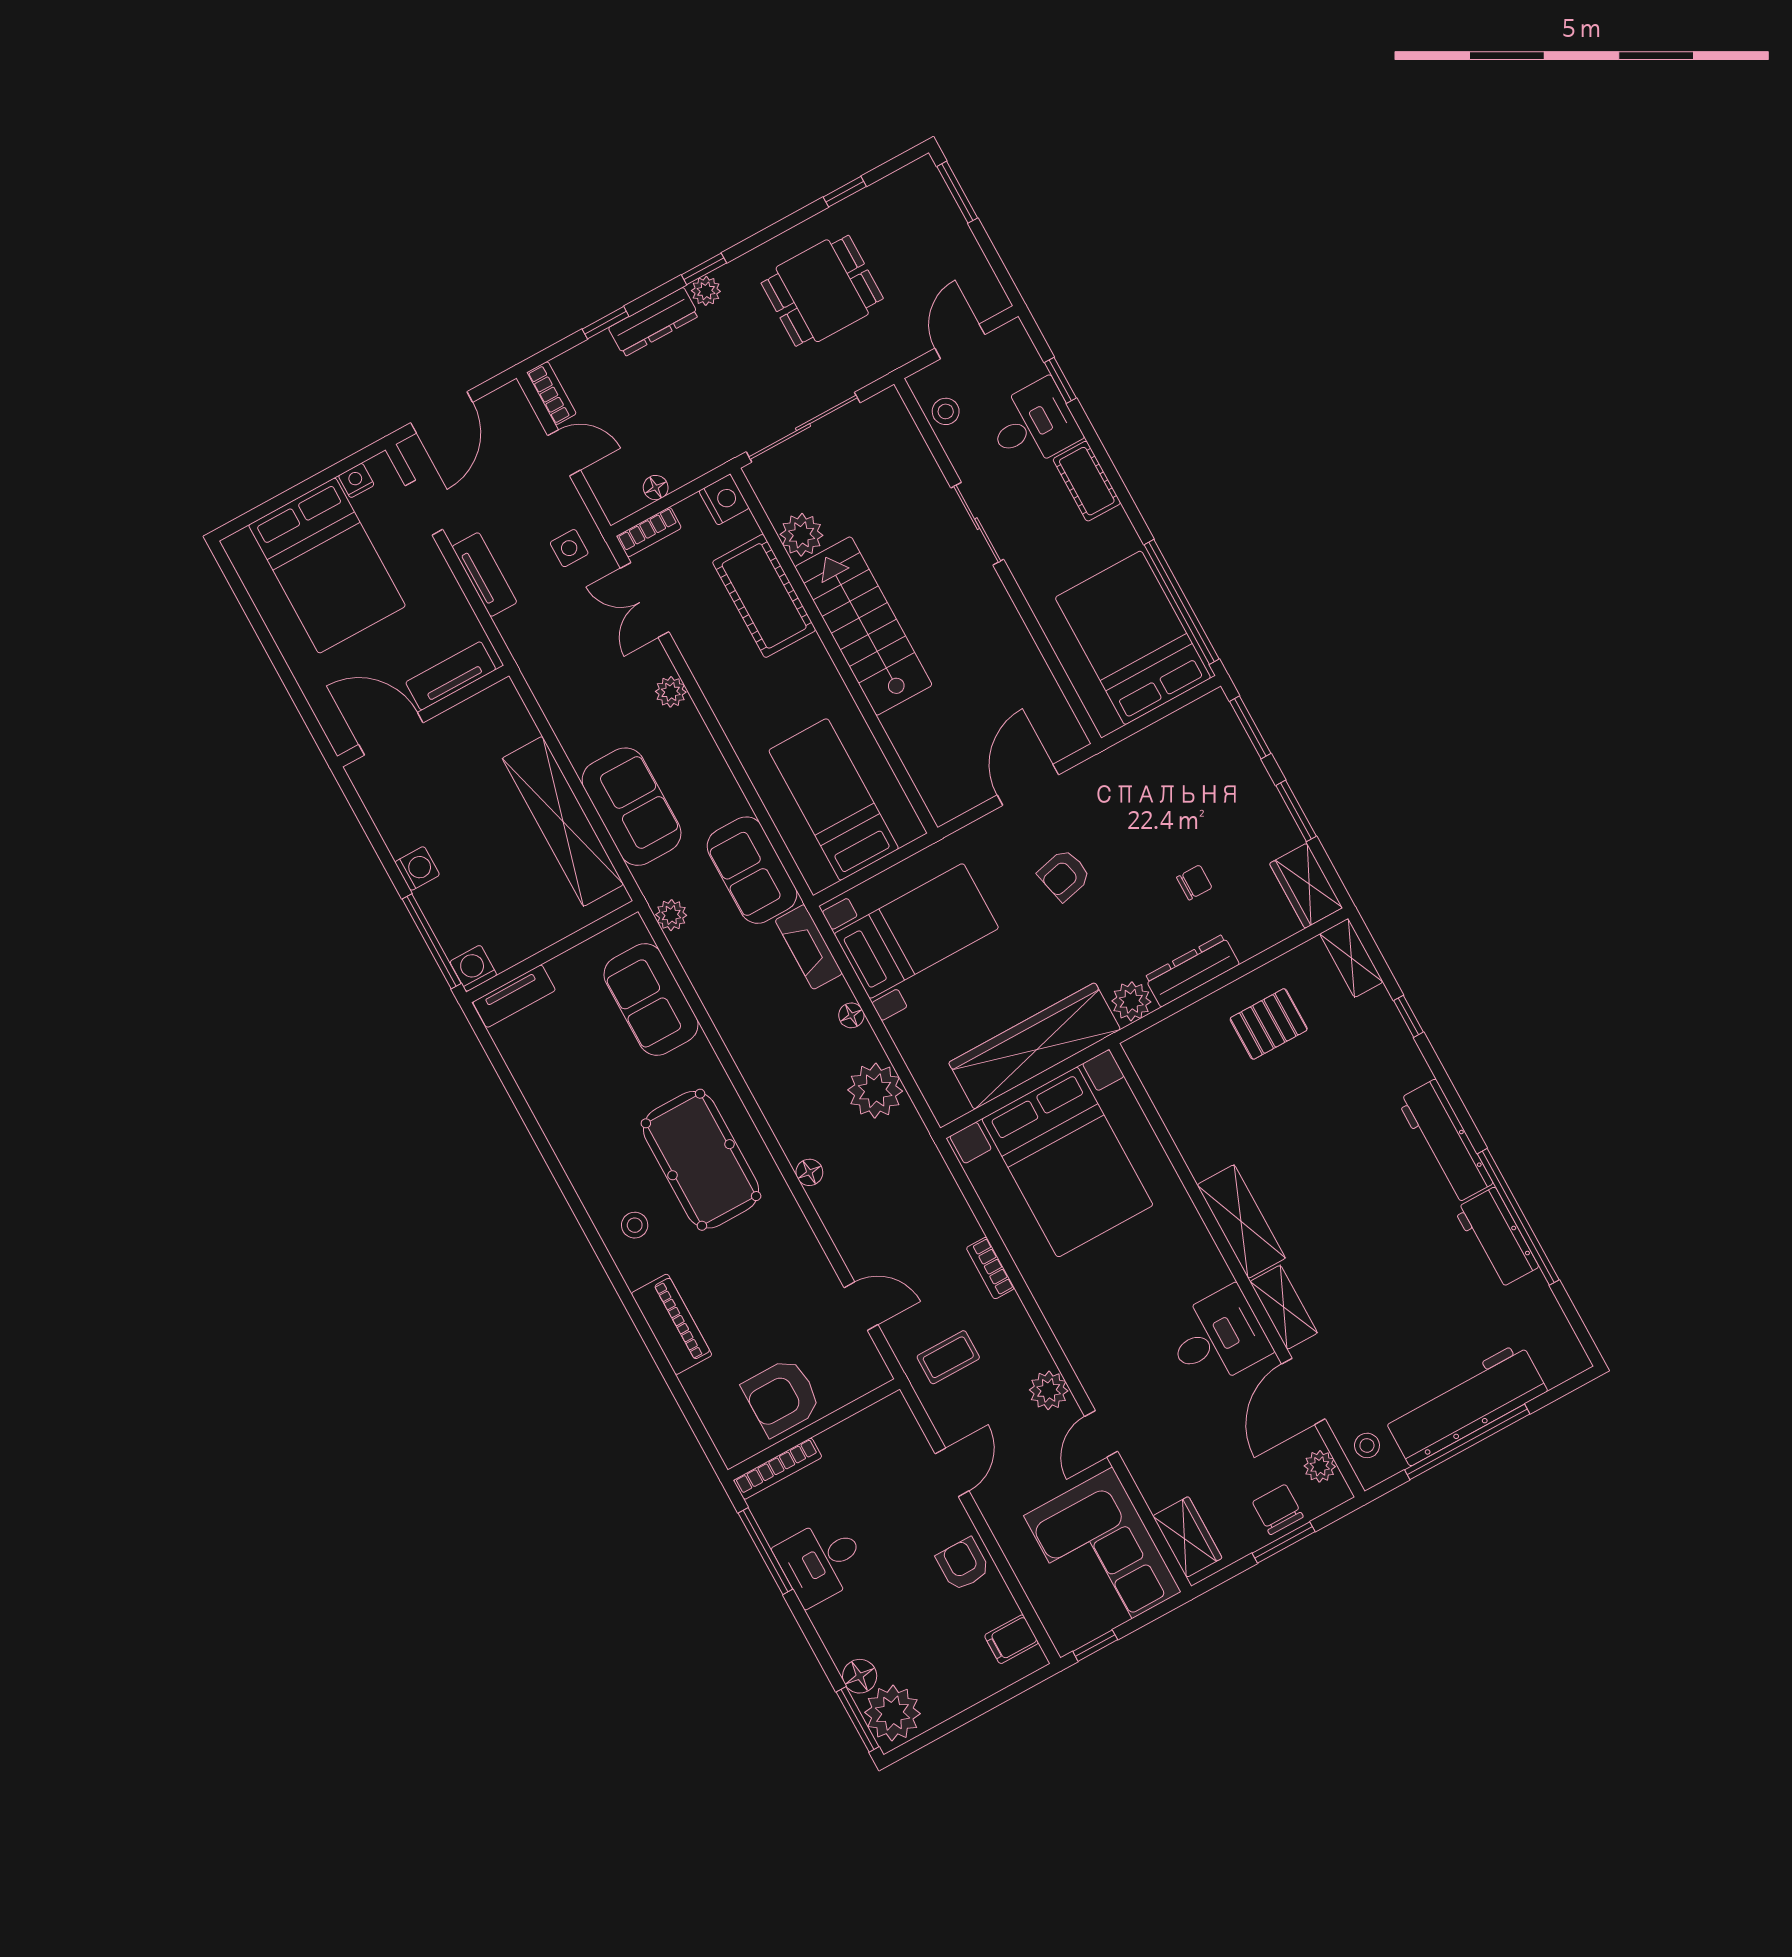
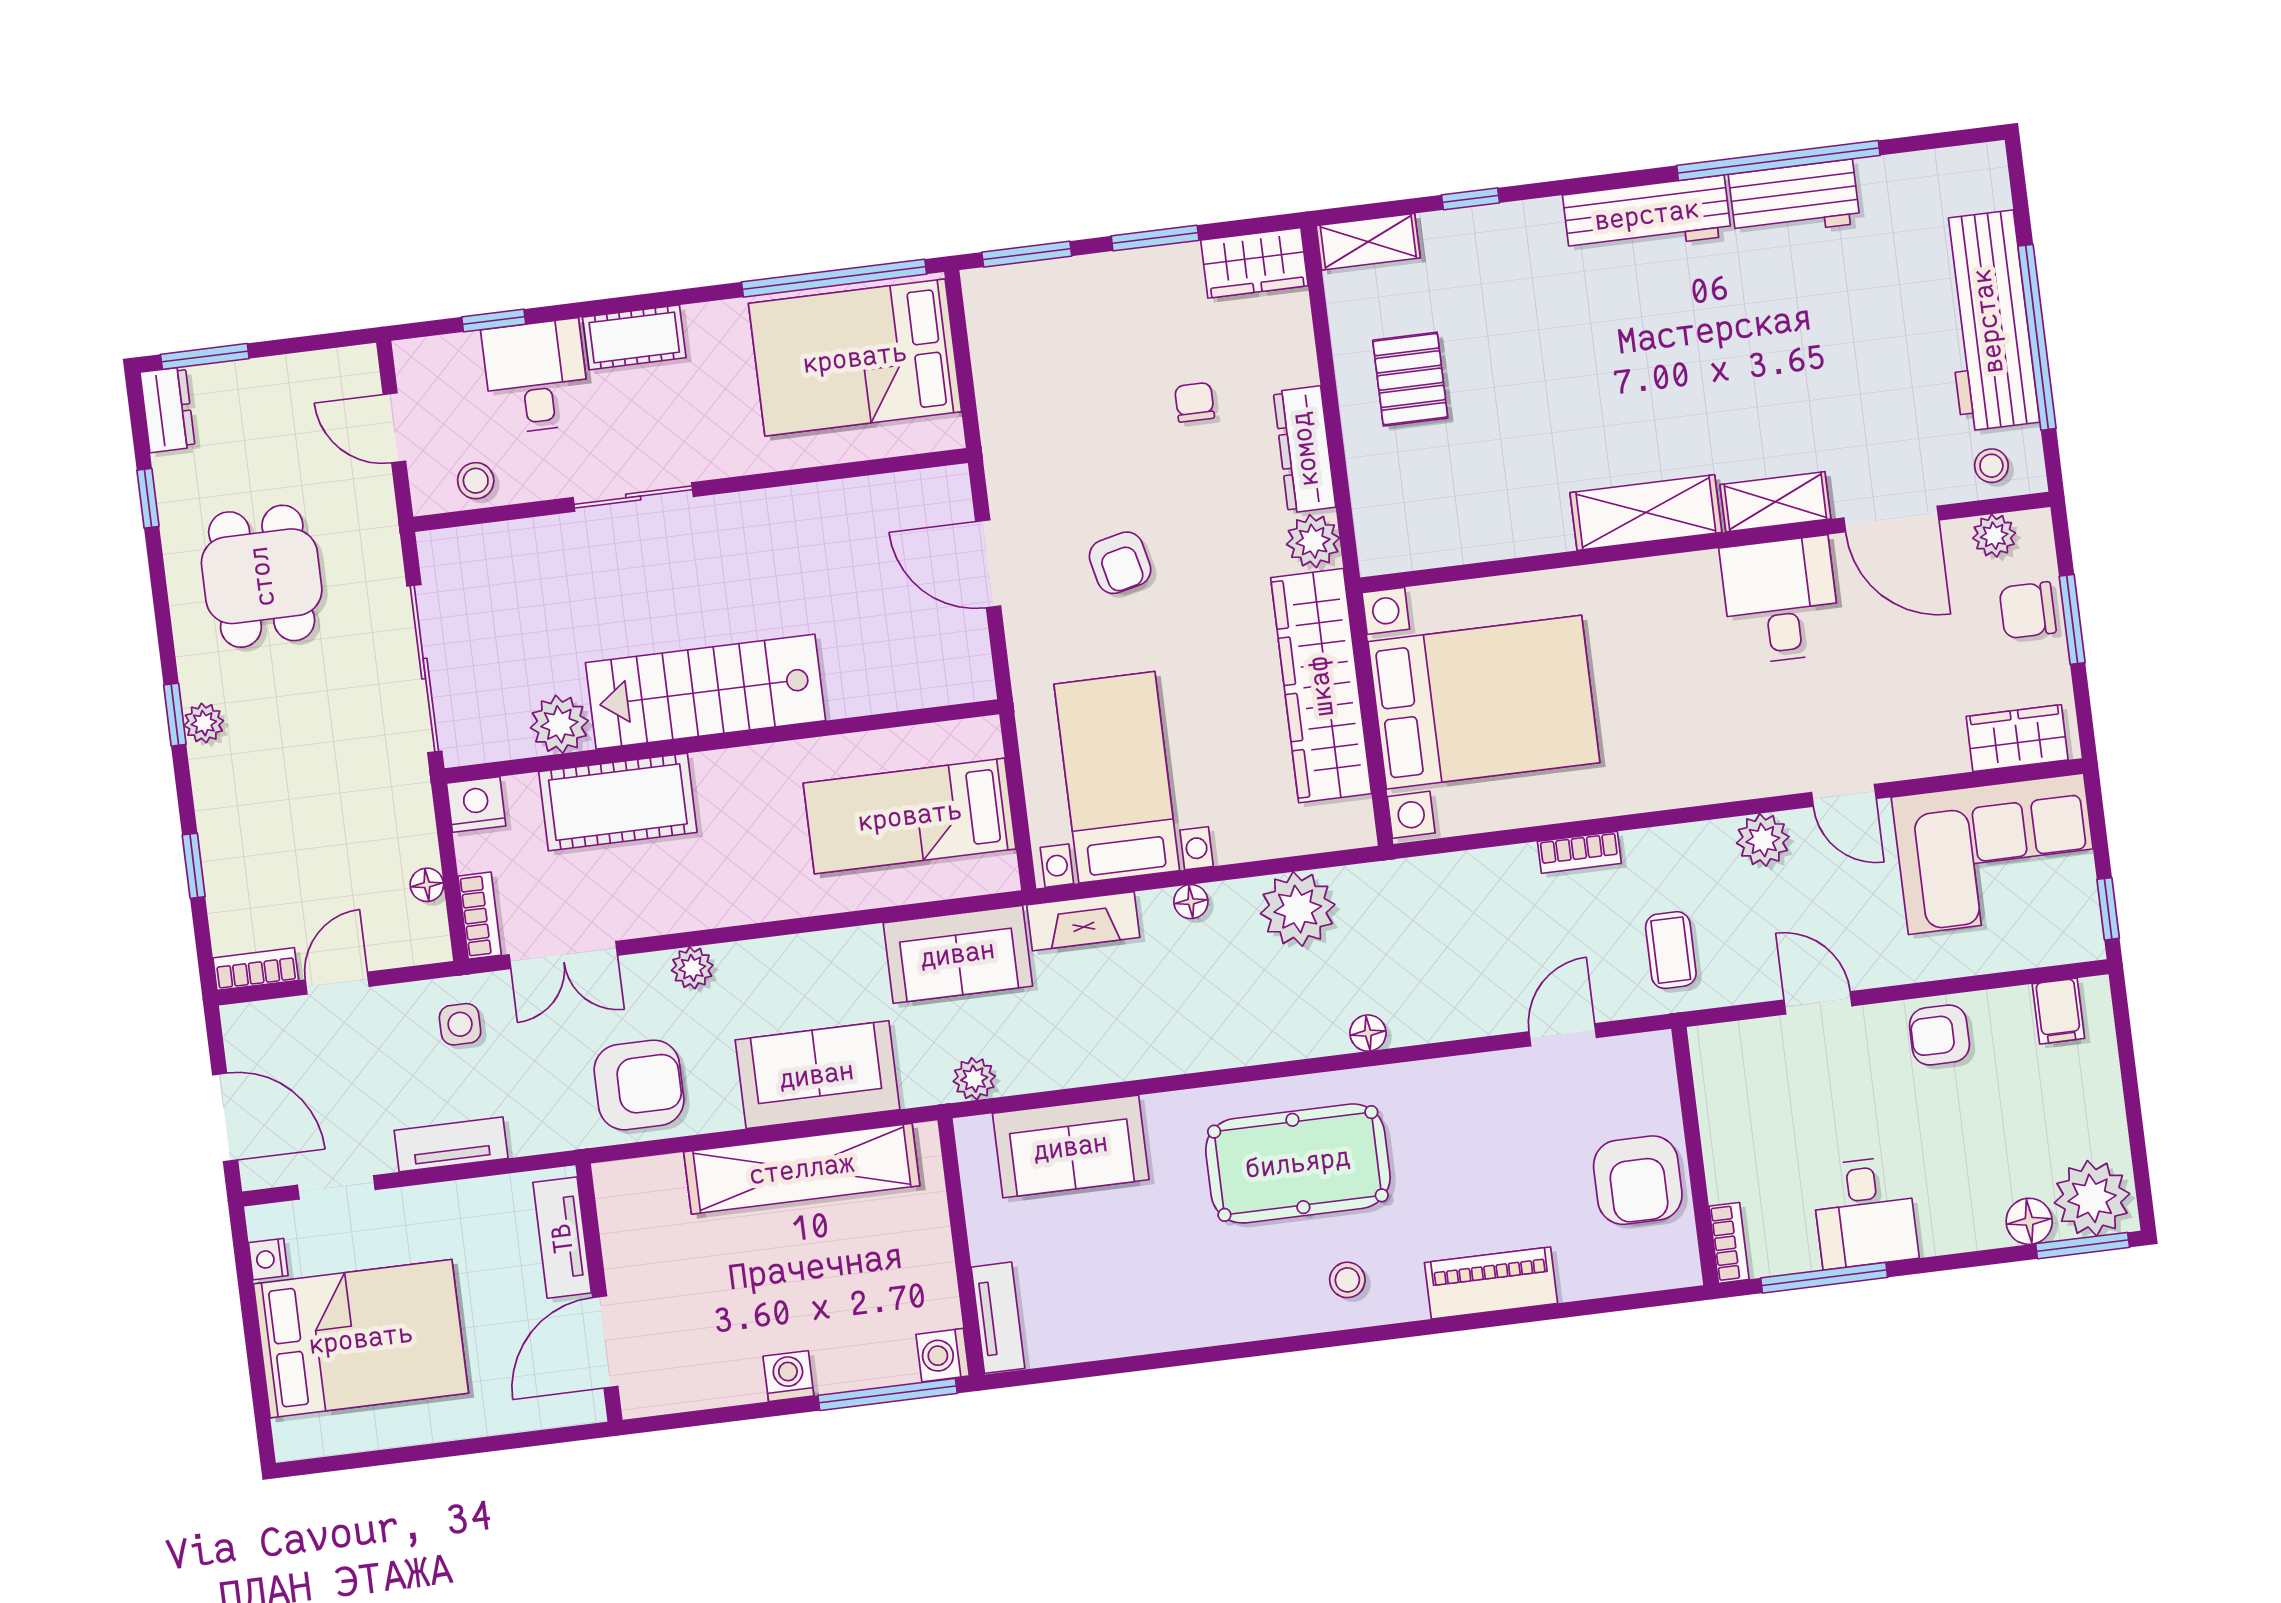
dresser: (654, 322) -> (168, 410), moved, width x0.70
armchair: (576, 687) -> (639, 1085), added
bookcase: (778, 1469) -> (1729, 1243), width x0.64

